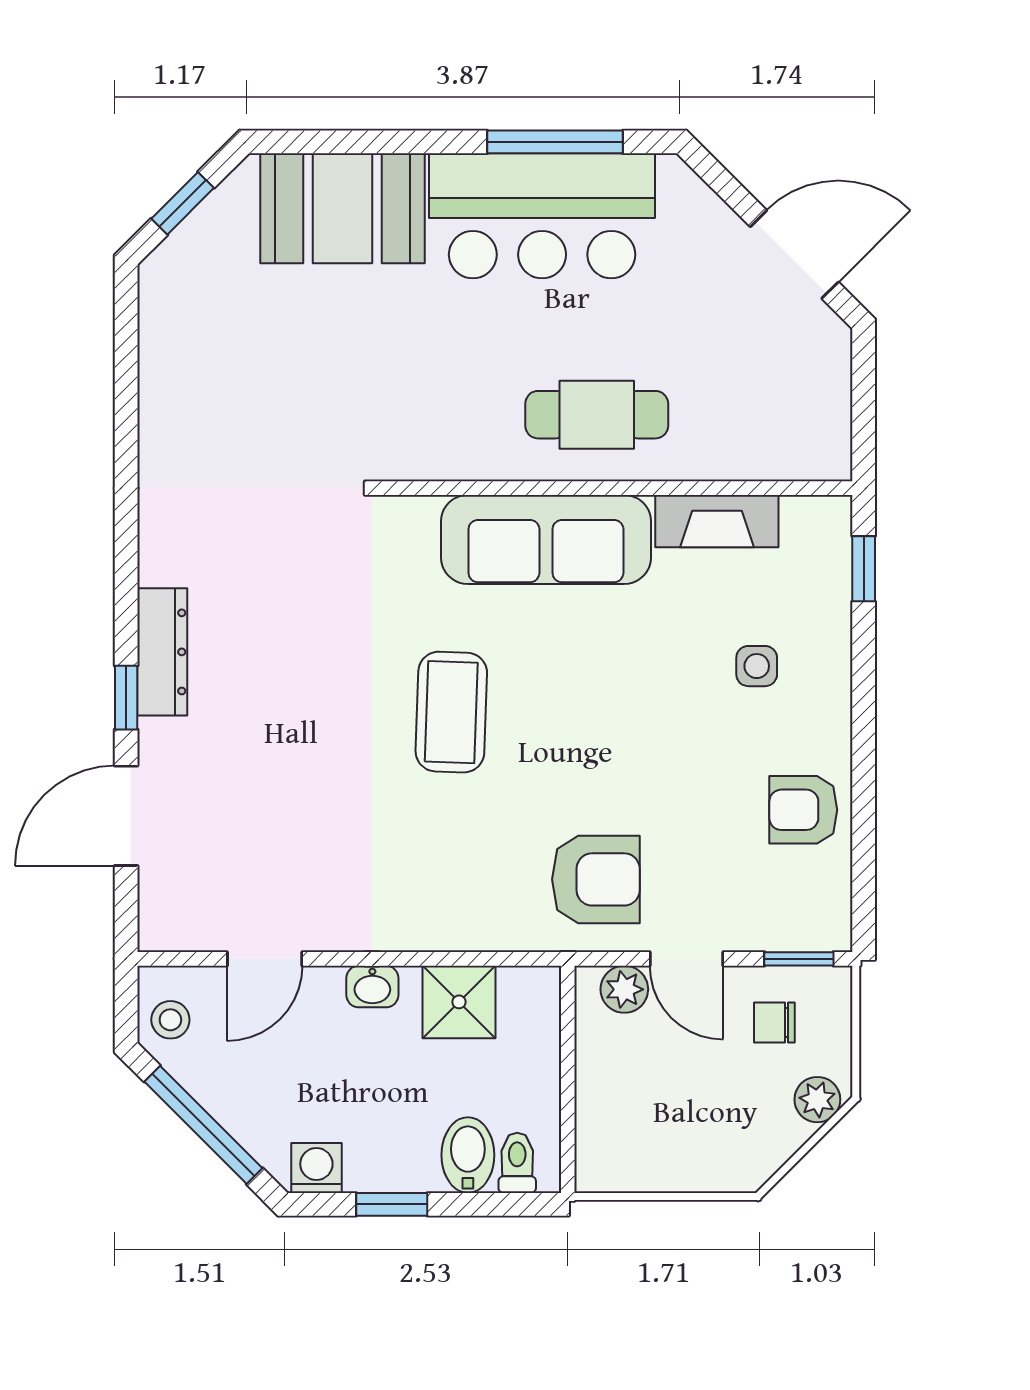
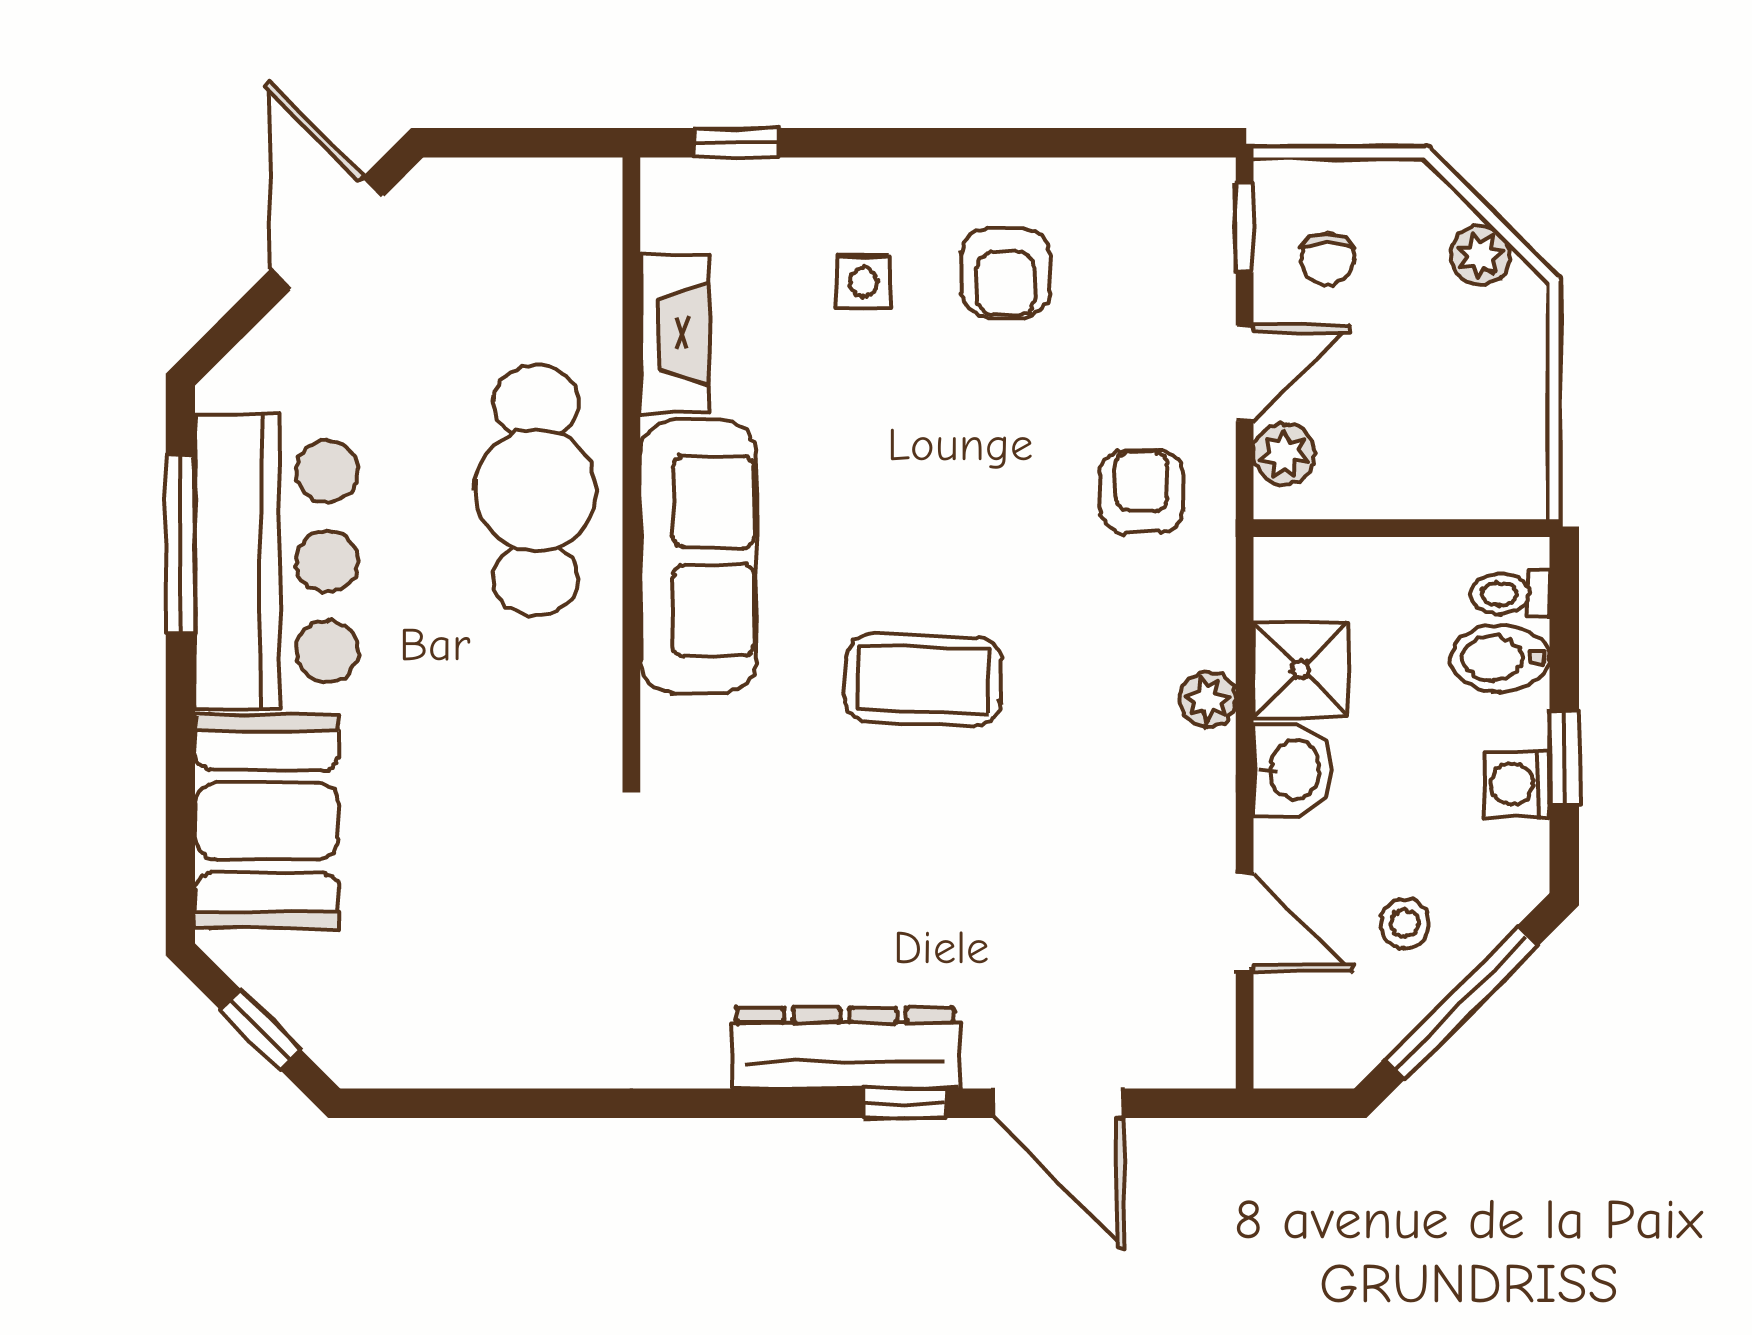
cafe table: (597, 415) -> (536, 490), width x1.37, depth x1.35
dresser: (162, 652) -> (845, 1048), width x1.37, depth x1.24
armchair: (803, 810) -> (1006, 272), moved
armchair: (596, 879) -> (1141, 491), width x0.72, depth x0.72
plant: (436, 931) -> (1208, 700), added
washbasin: (372, 987) -> (1293, 770), width x1.38, depth x1.45
stool: (170, 1020) -> (1405, 923), moved
plant: (817, 1100) -> (1480, 255), moved
washing machine: (316, 1168) -> (1517, 784), moved

